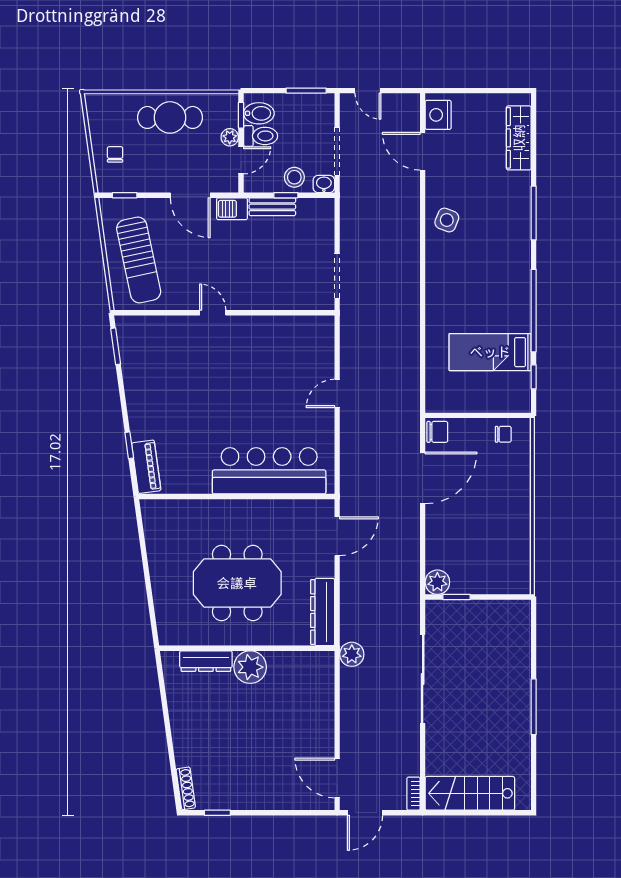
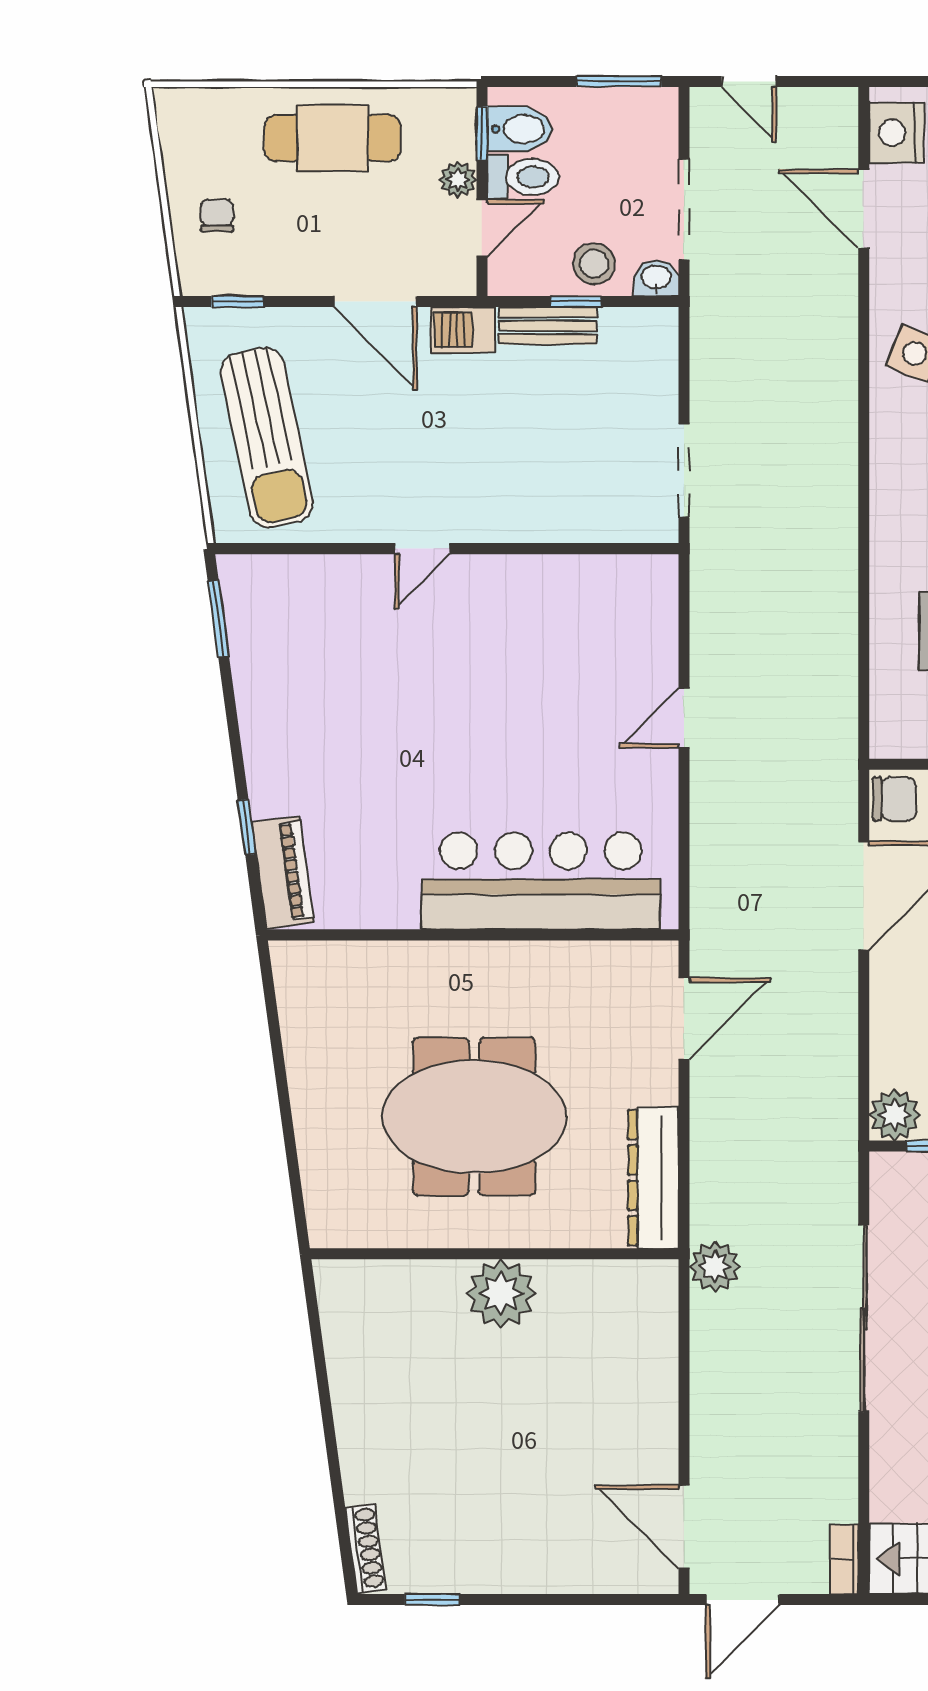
door: (213, 313) -> (422, 549), swing flipped
dresser: (206, 661) -> (408, 1281), removed

